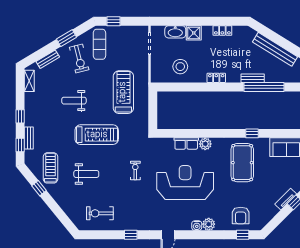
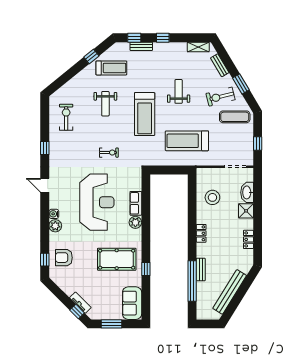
window: (114, 21) -> (258, 143), moved
treadmill: (123, 92) -> (187, 141), turned 180

